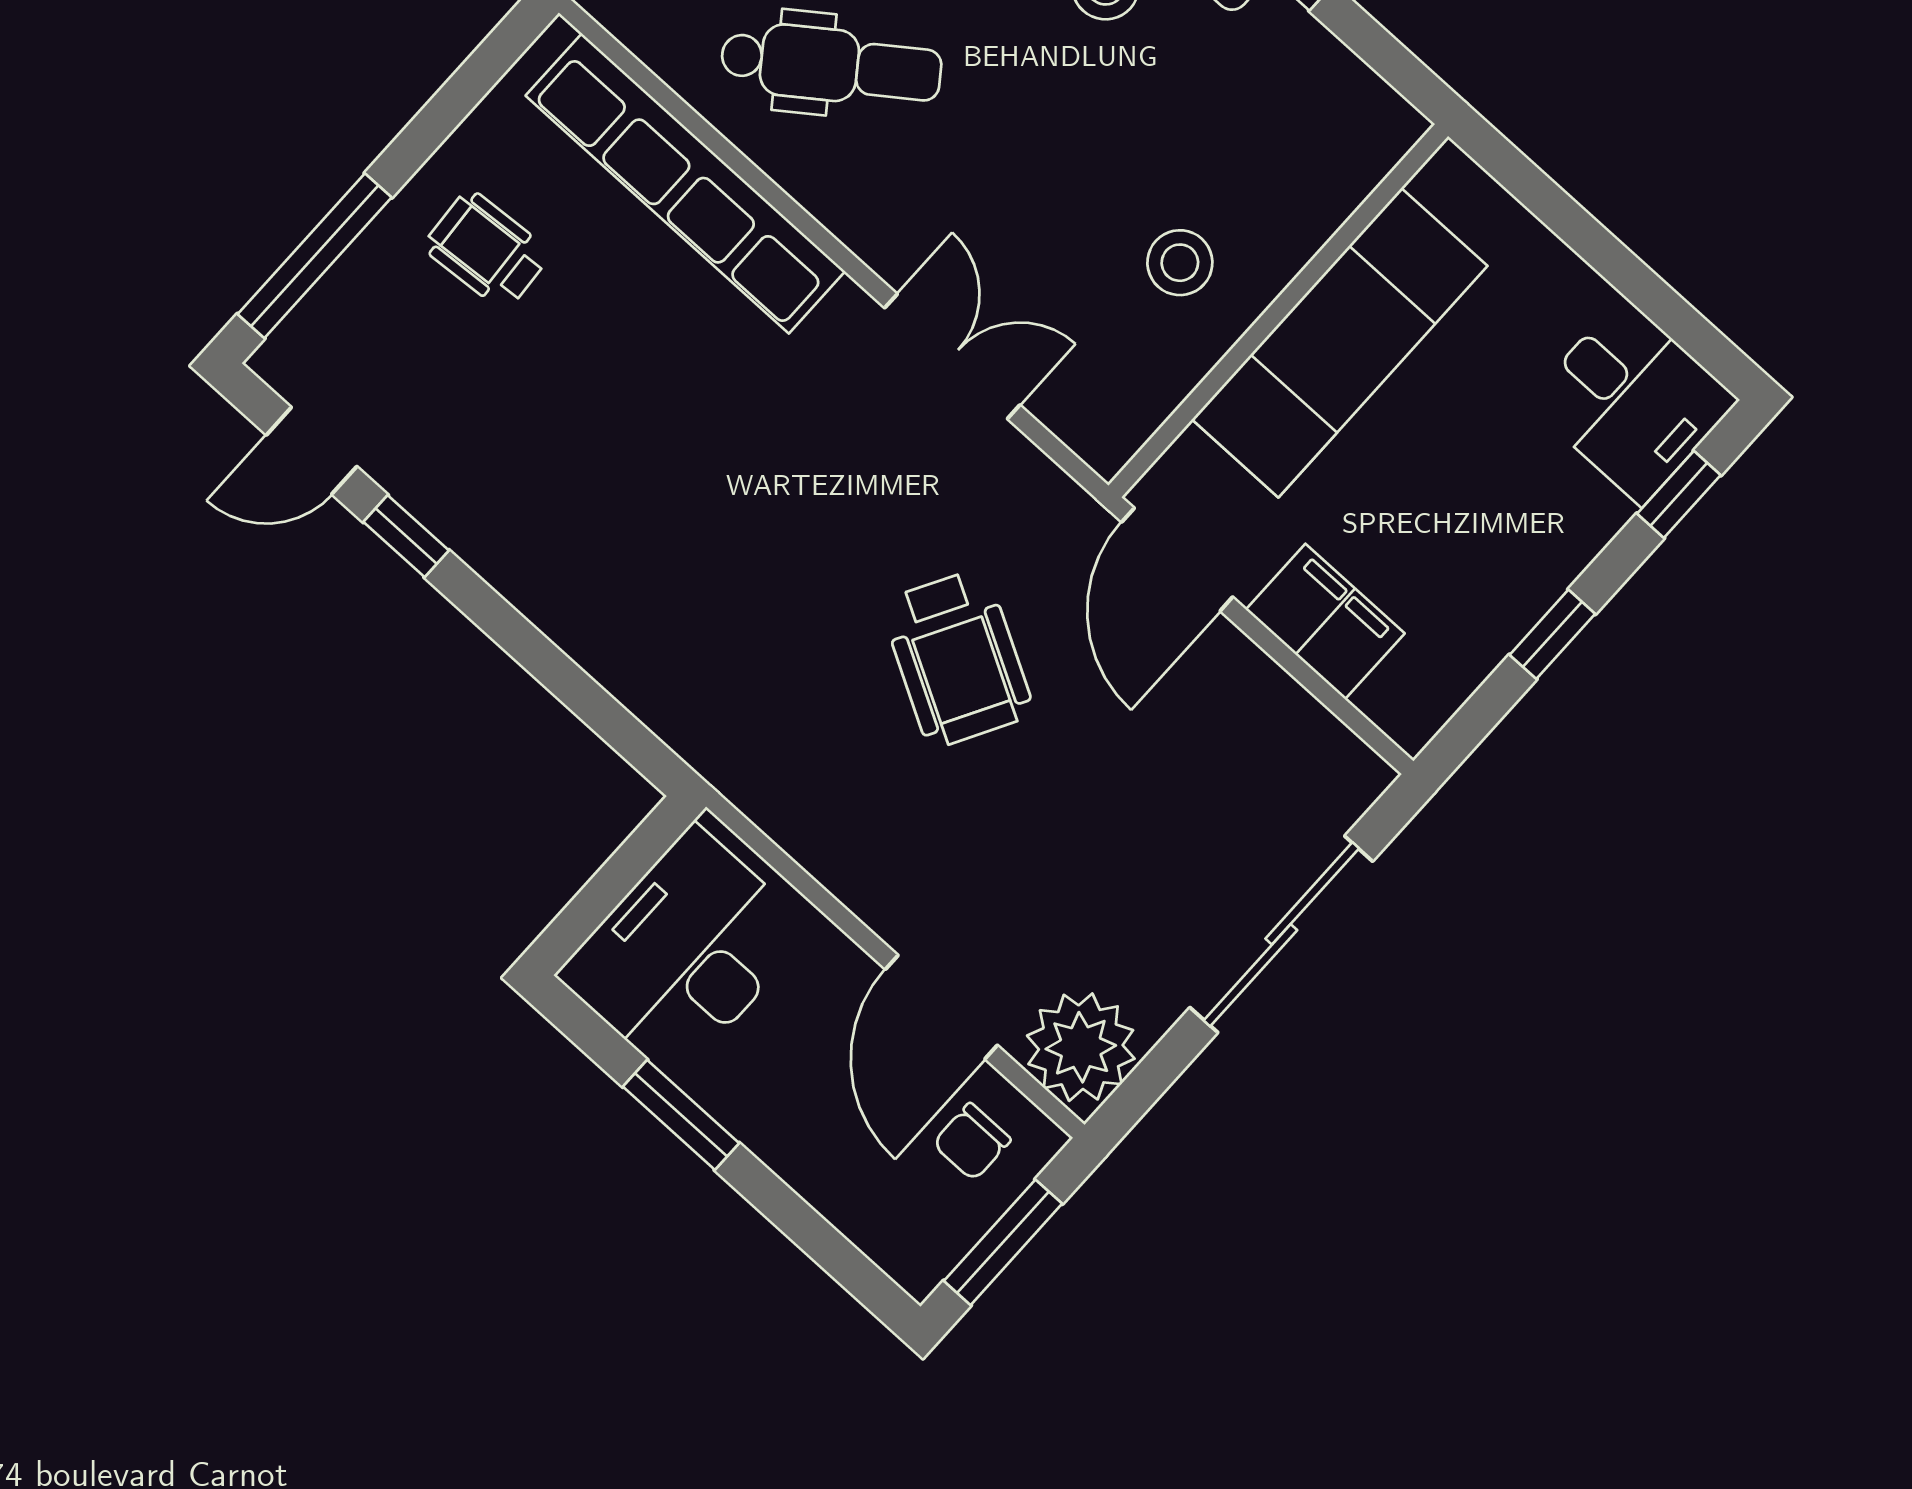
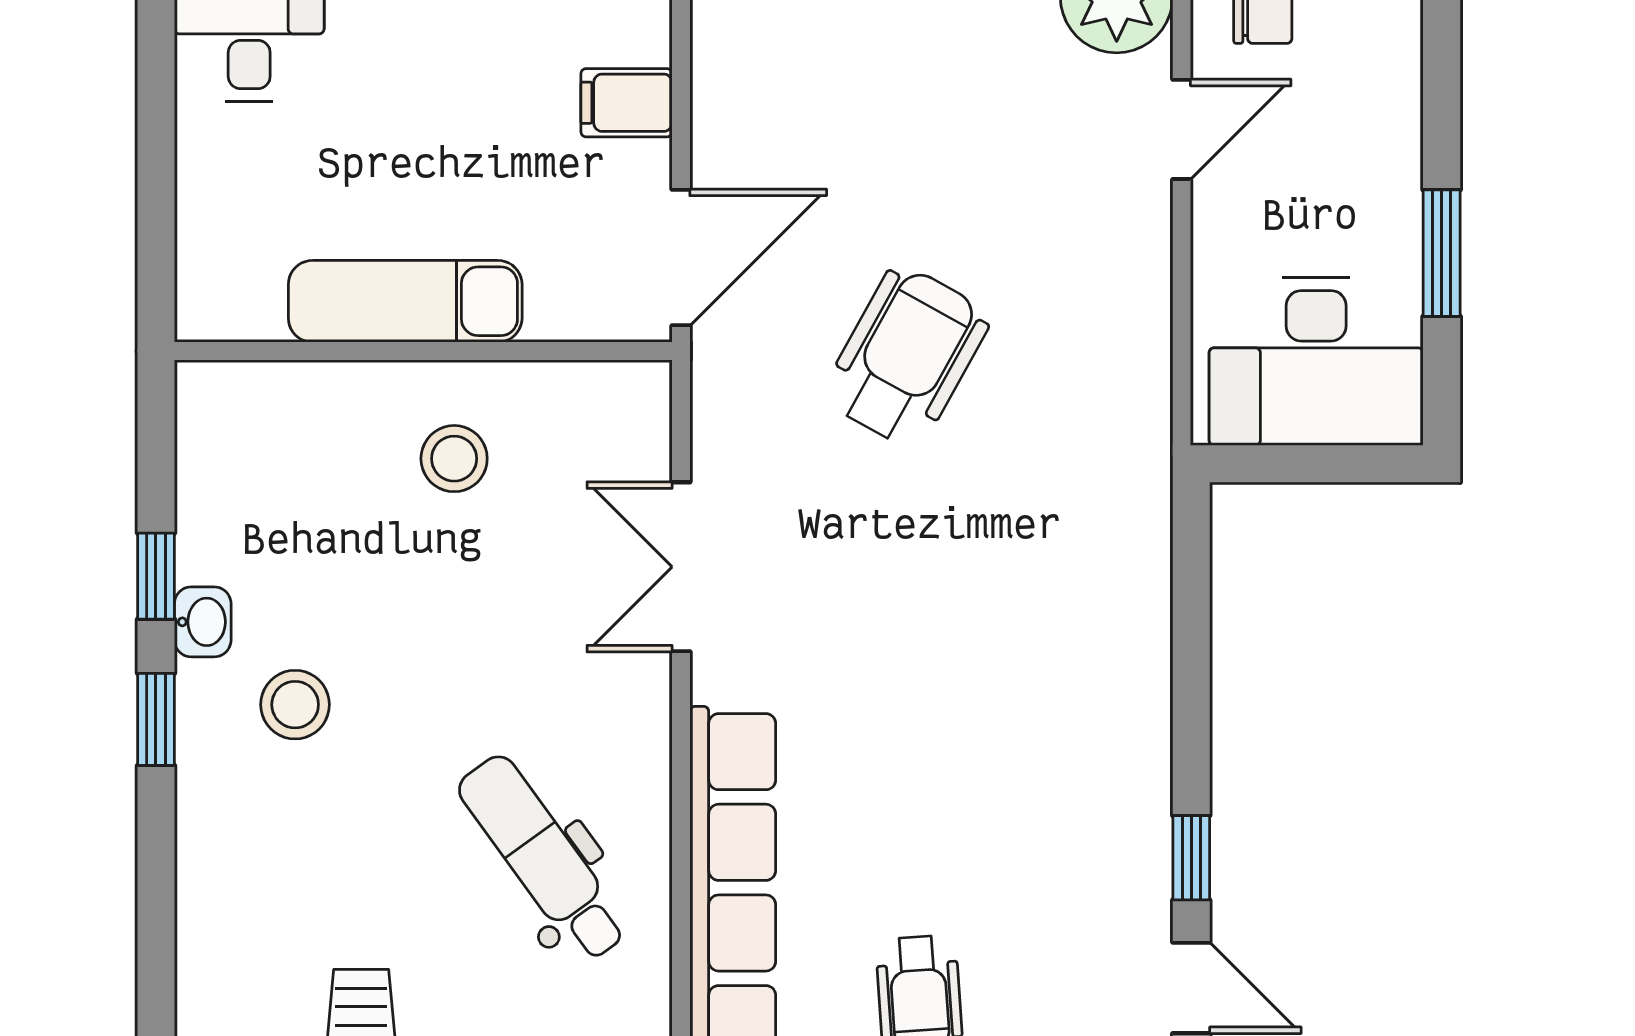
exam couch: (1340, 343) -> (405, 301), width x0.73, depth x0.69
filing cabinet: (1325, 621) -> (627, 103), width x0.50
door: (941, 1007) -> (1182, 129), width x0.73

